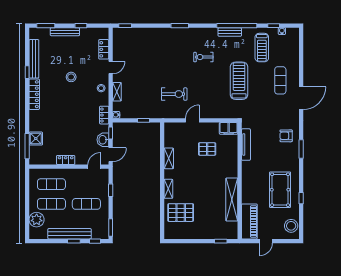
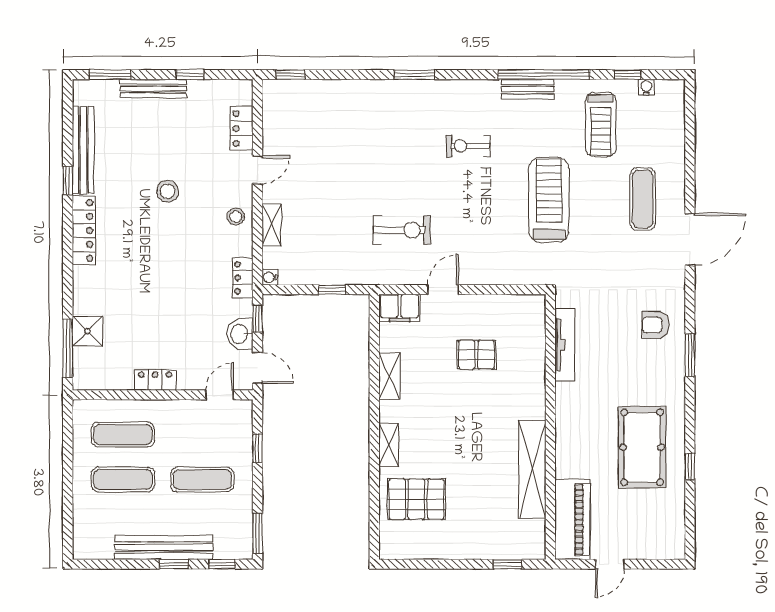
filing cabinet: (229, 128) -> (400, 308), moved
door: (111, 155) -> (258, 368), hinge flipped
plant: (37, 220) -> (89, 515), removed
stool: (291, 226) -> (667, 529), removed

